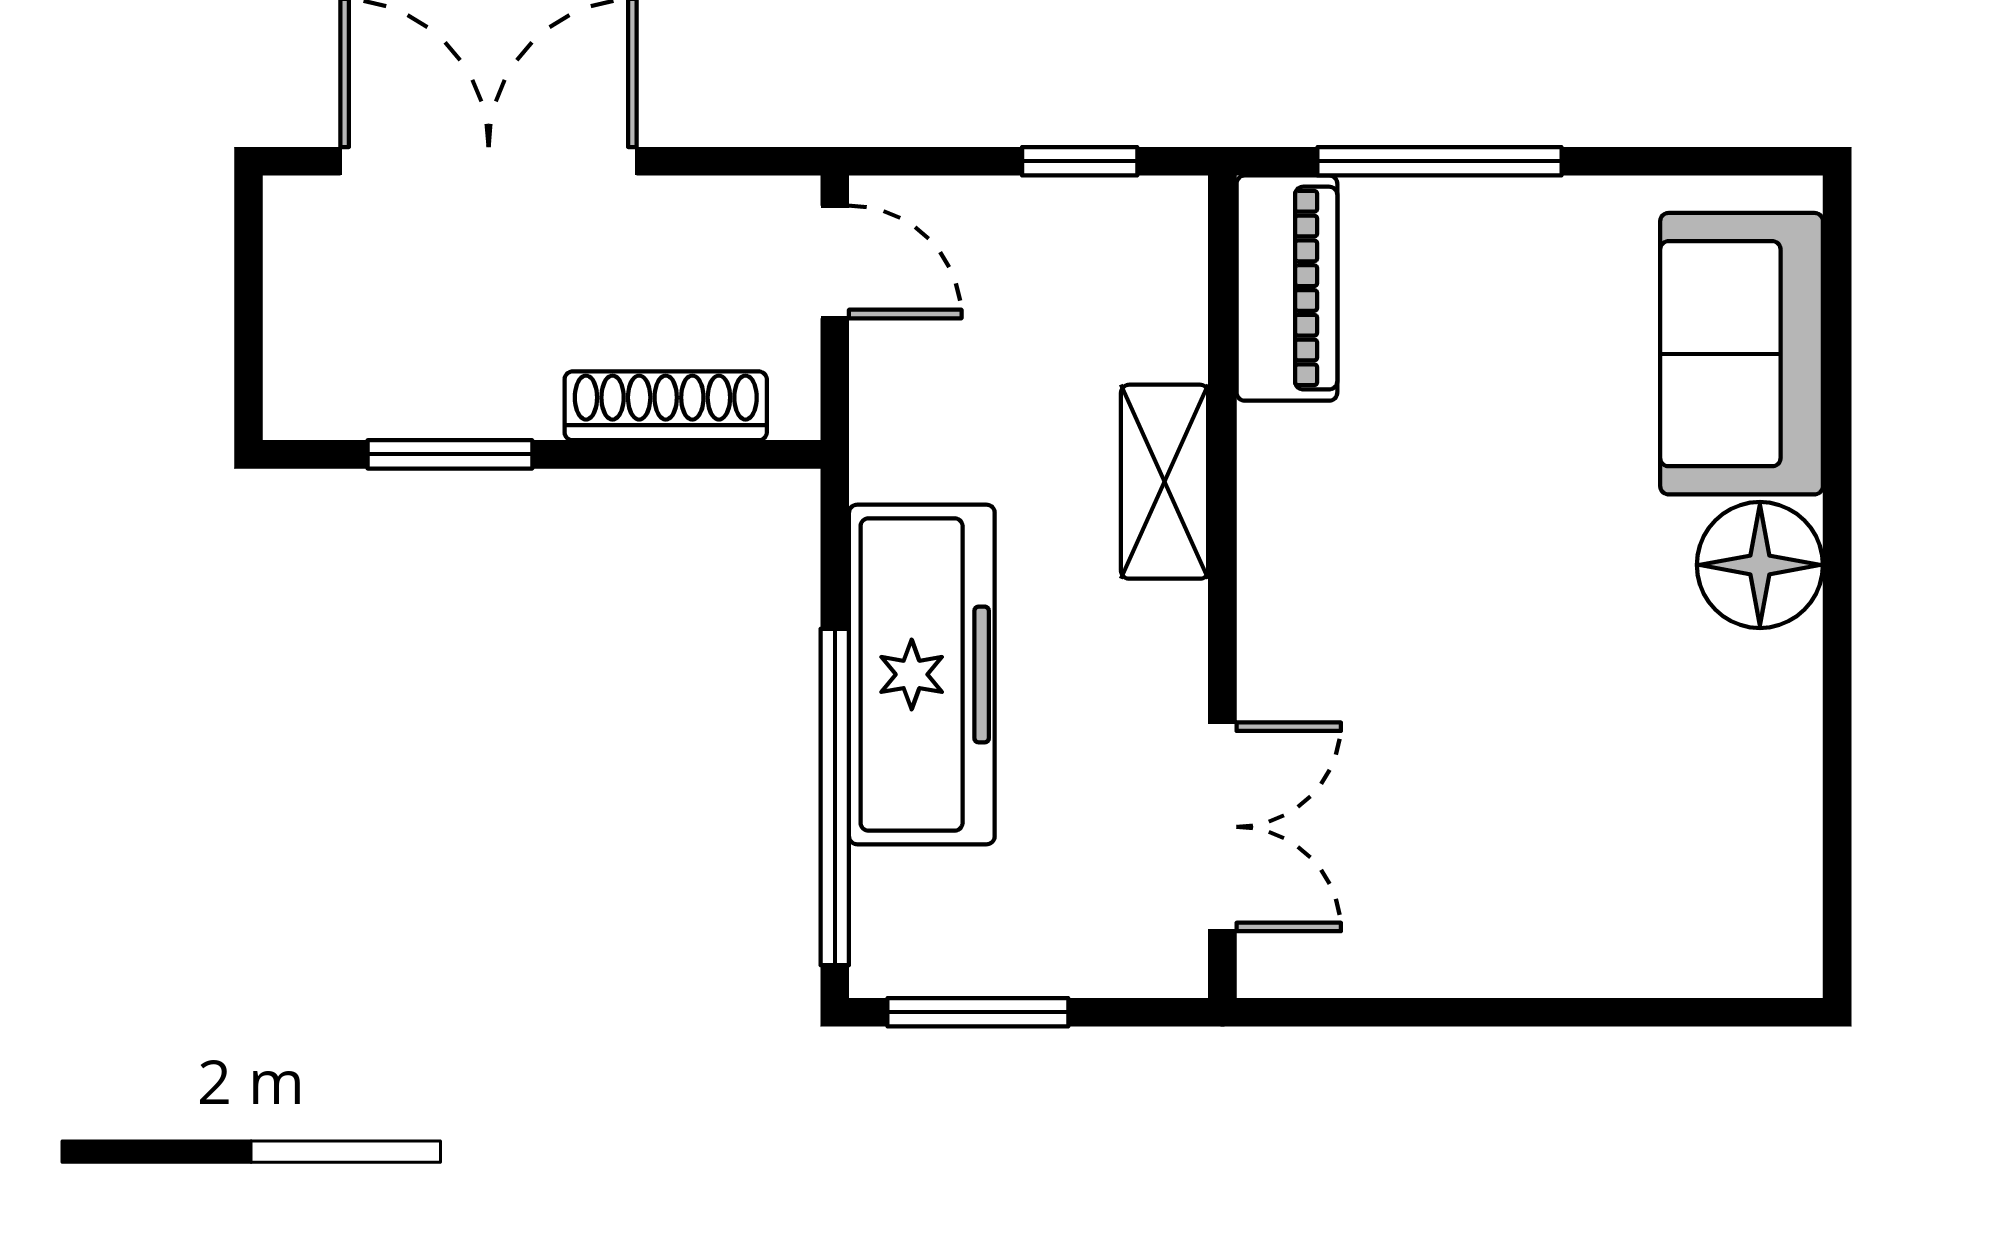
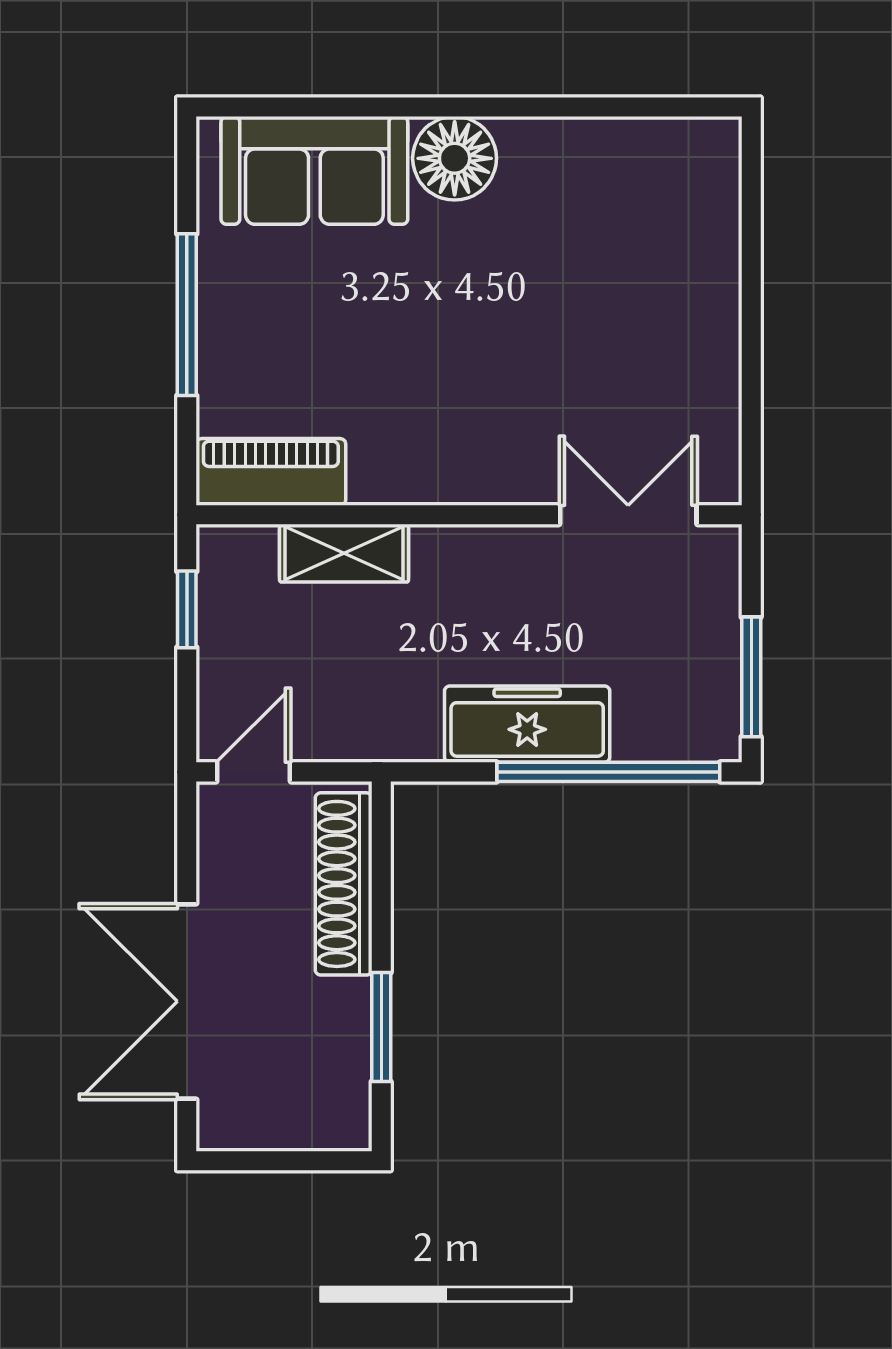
window: (1439, 161) -> (187, 315), moved
shoe rack: (666, 406) -> (344, 884), width x1.36, depth x1.24
shelving: (1165, 482) -> (344, 553), moved
freezer: (922, 674) -> (527, 724), width x0.73, depth x0.79

